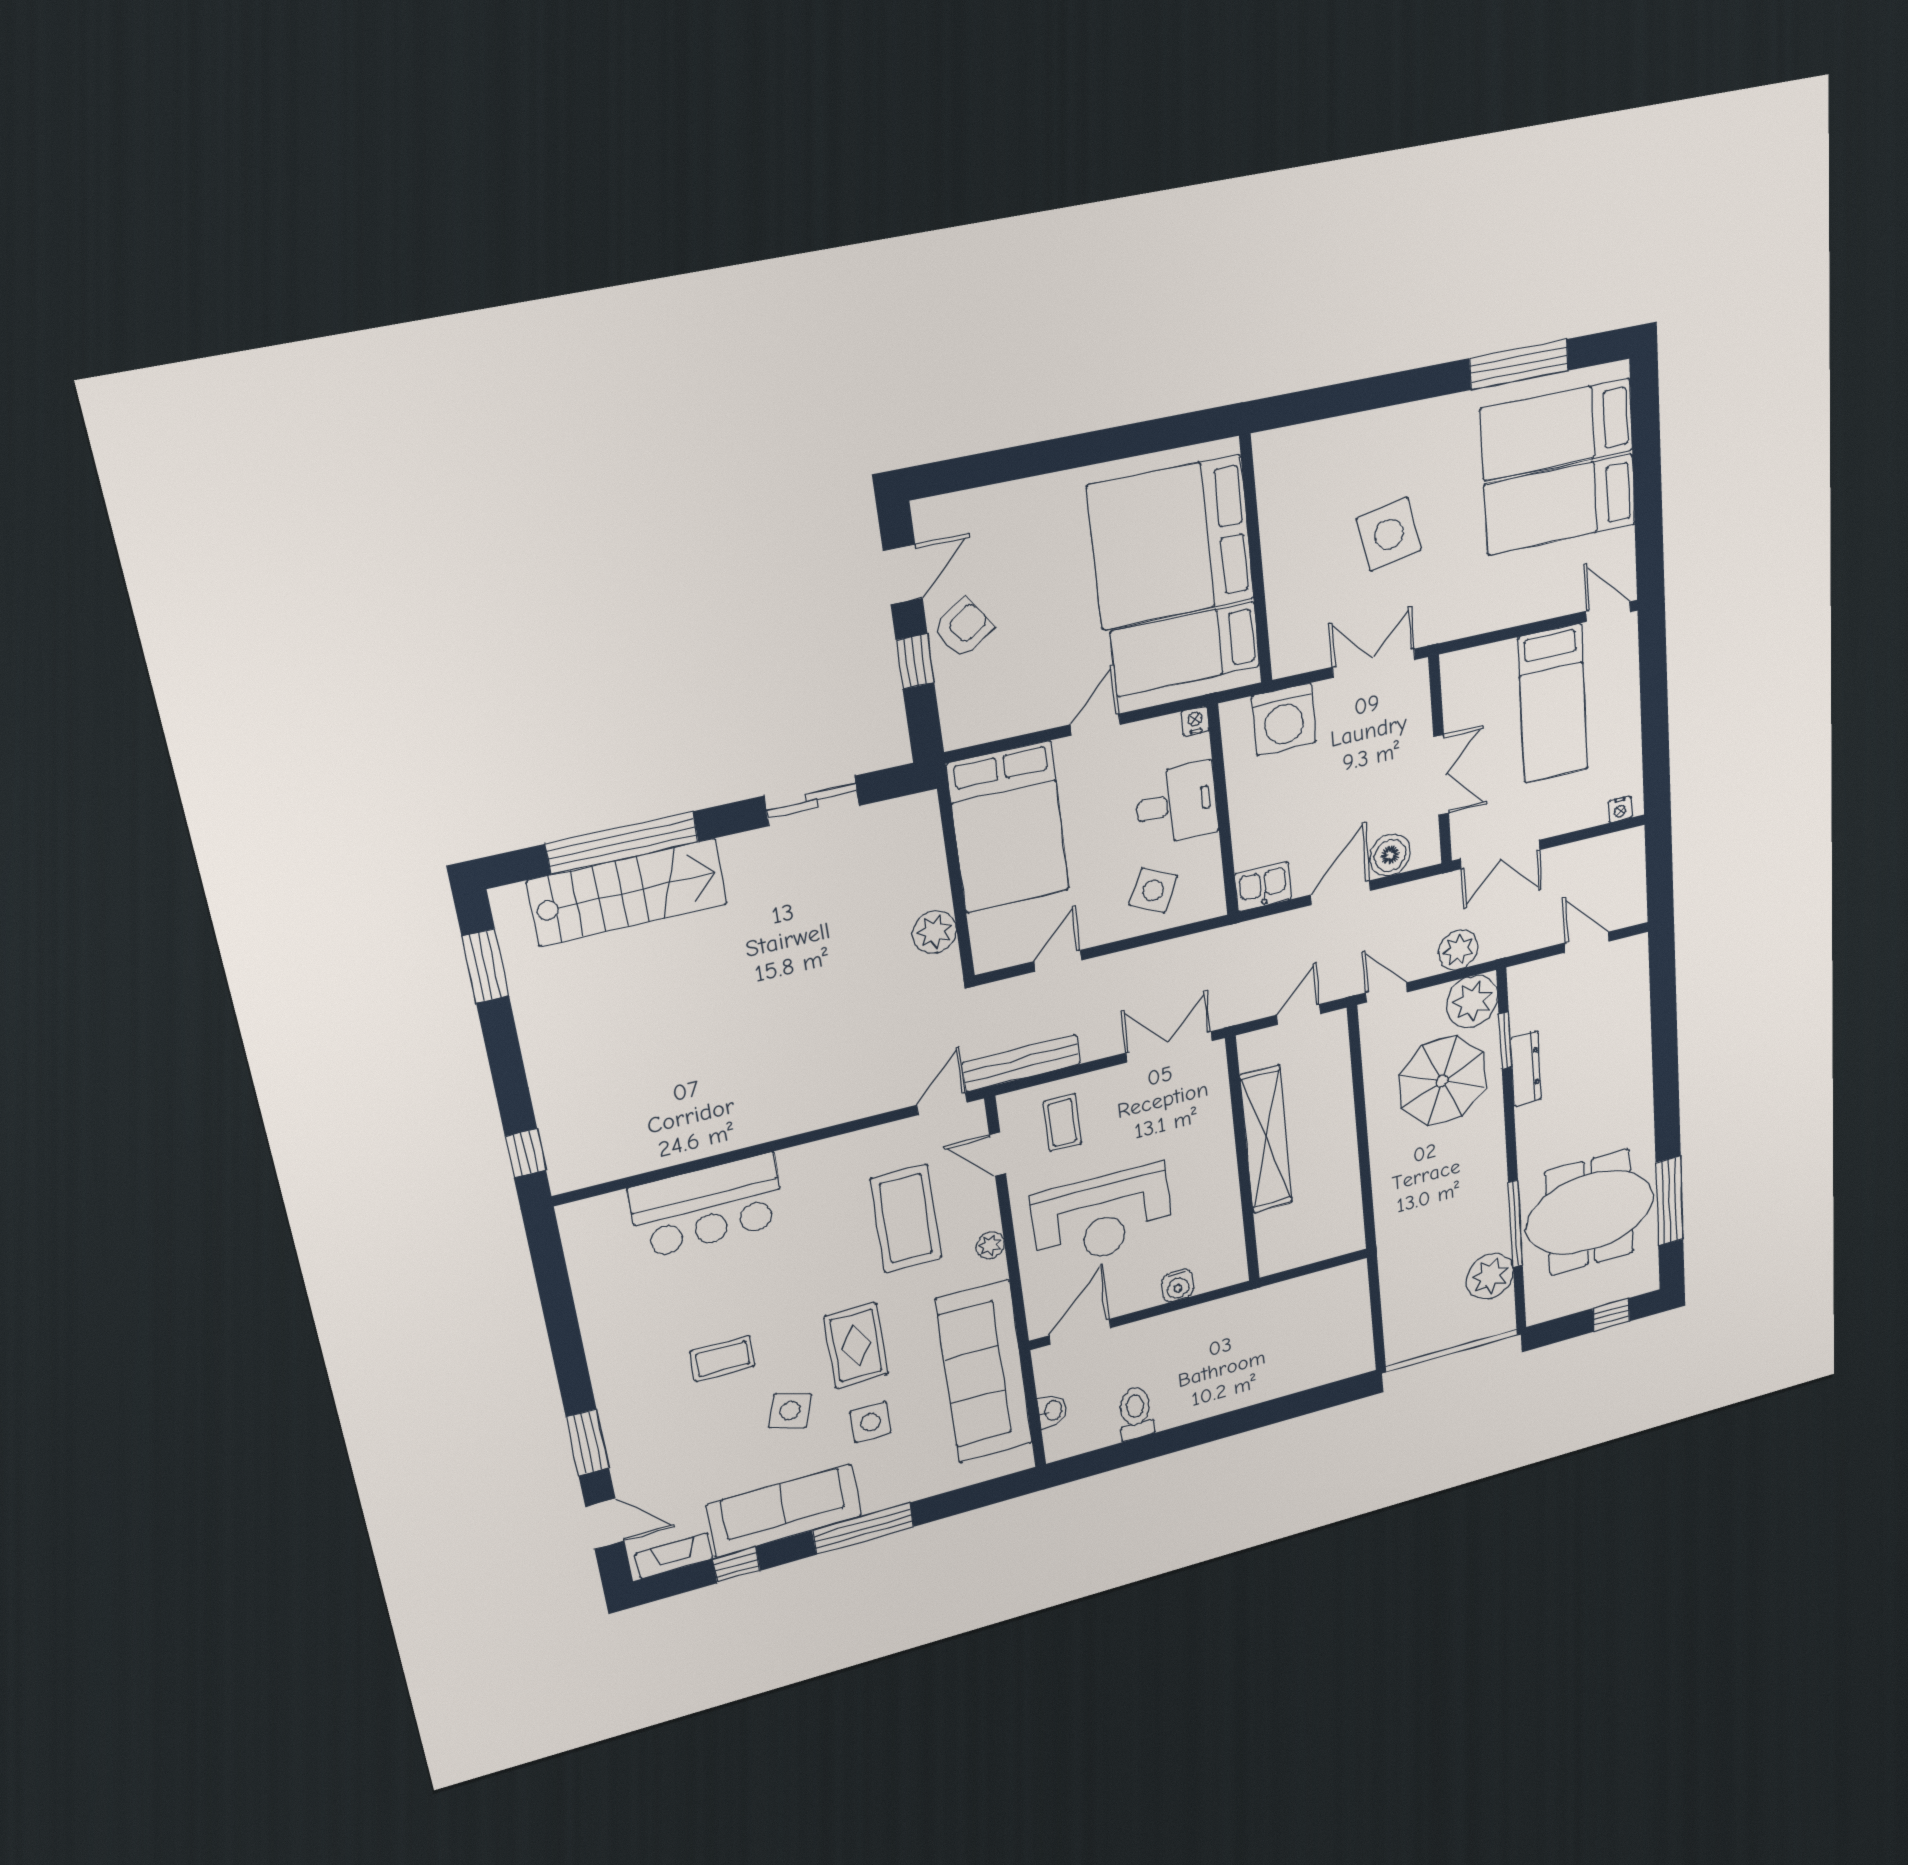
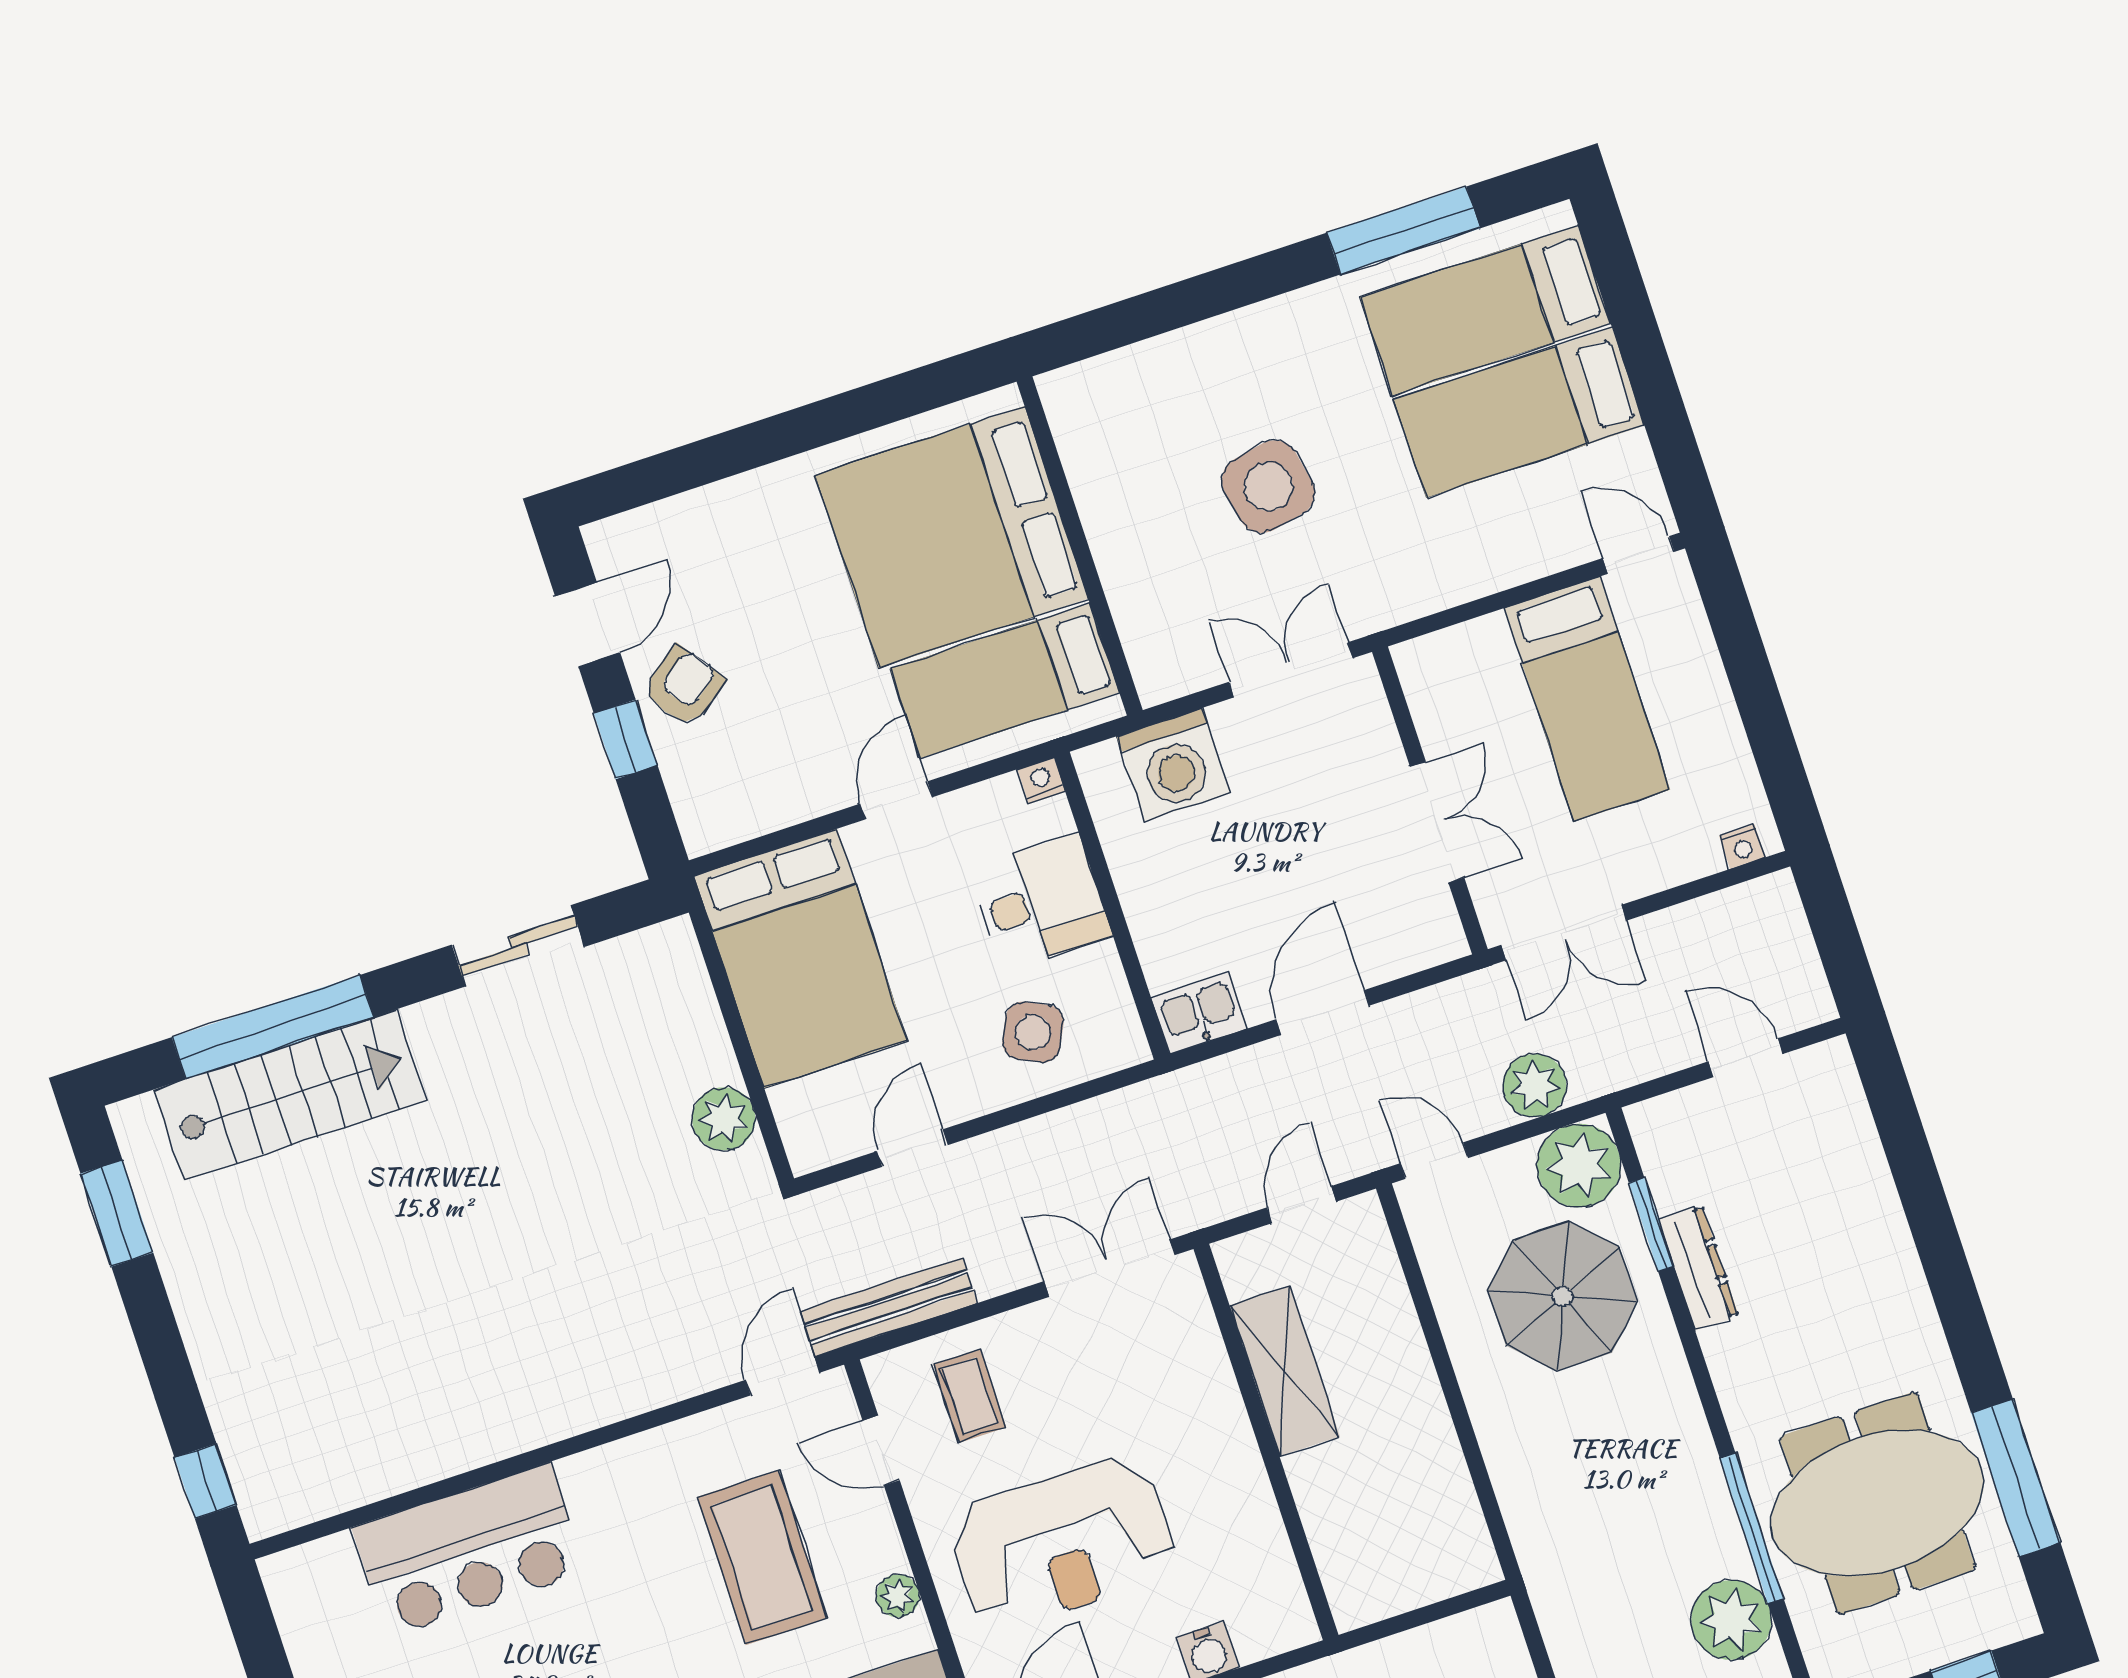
boiler: (1390, 855) -> (1387, 949), removed
shelving: (1266, 1139) -> (1285, 1371), width x0.68

